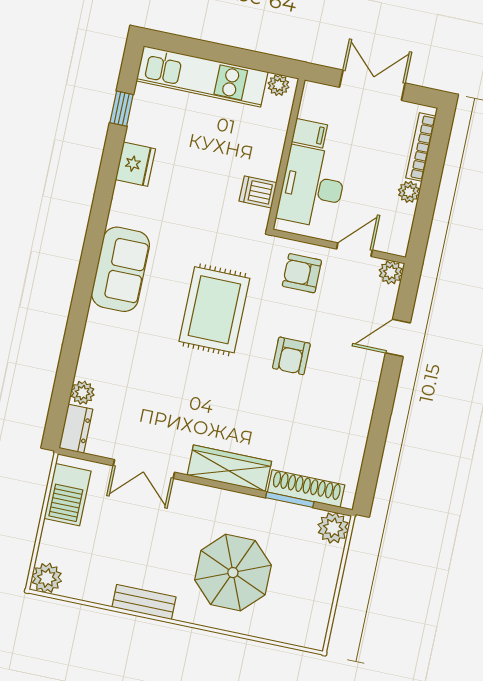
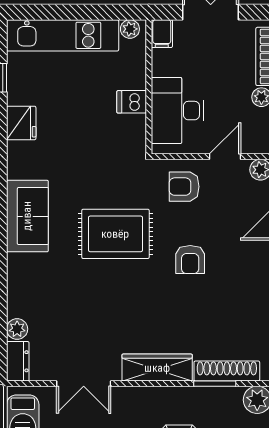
filing cabinet: (309, 133) -> (162, 34), moved, turned 90
dishwasher: (258, 192) -> (132, 102), moved
rug: (214, 310) -> (115, 234), turned 90

